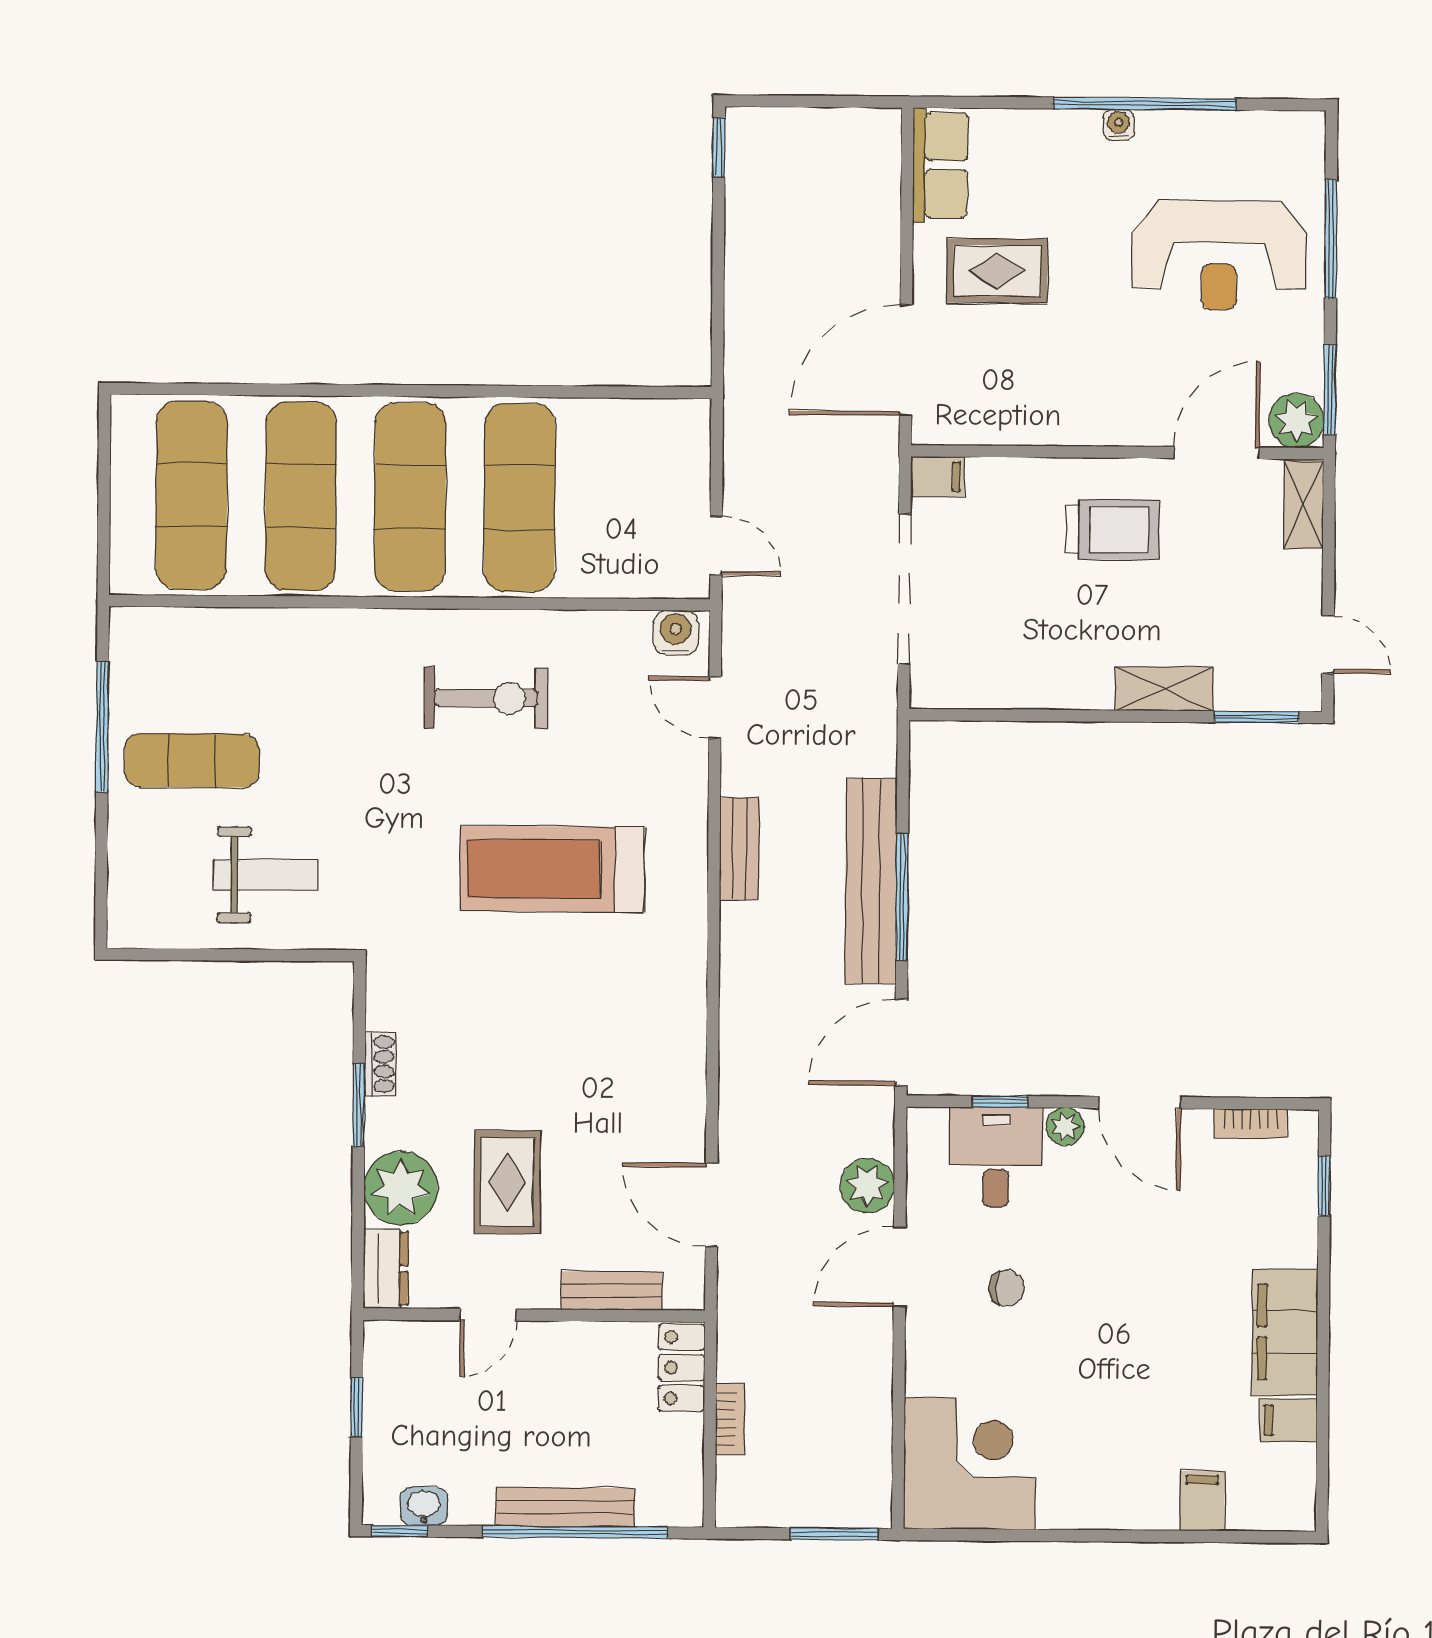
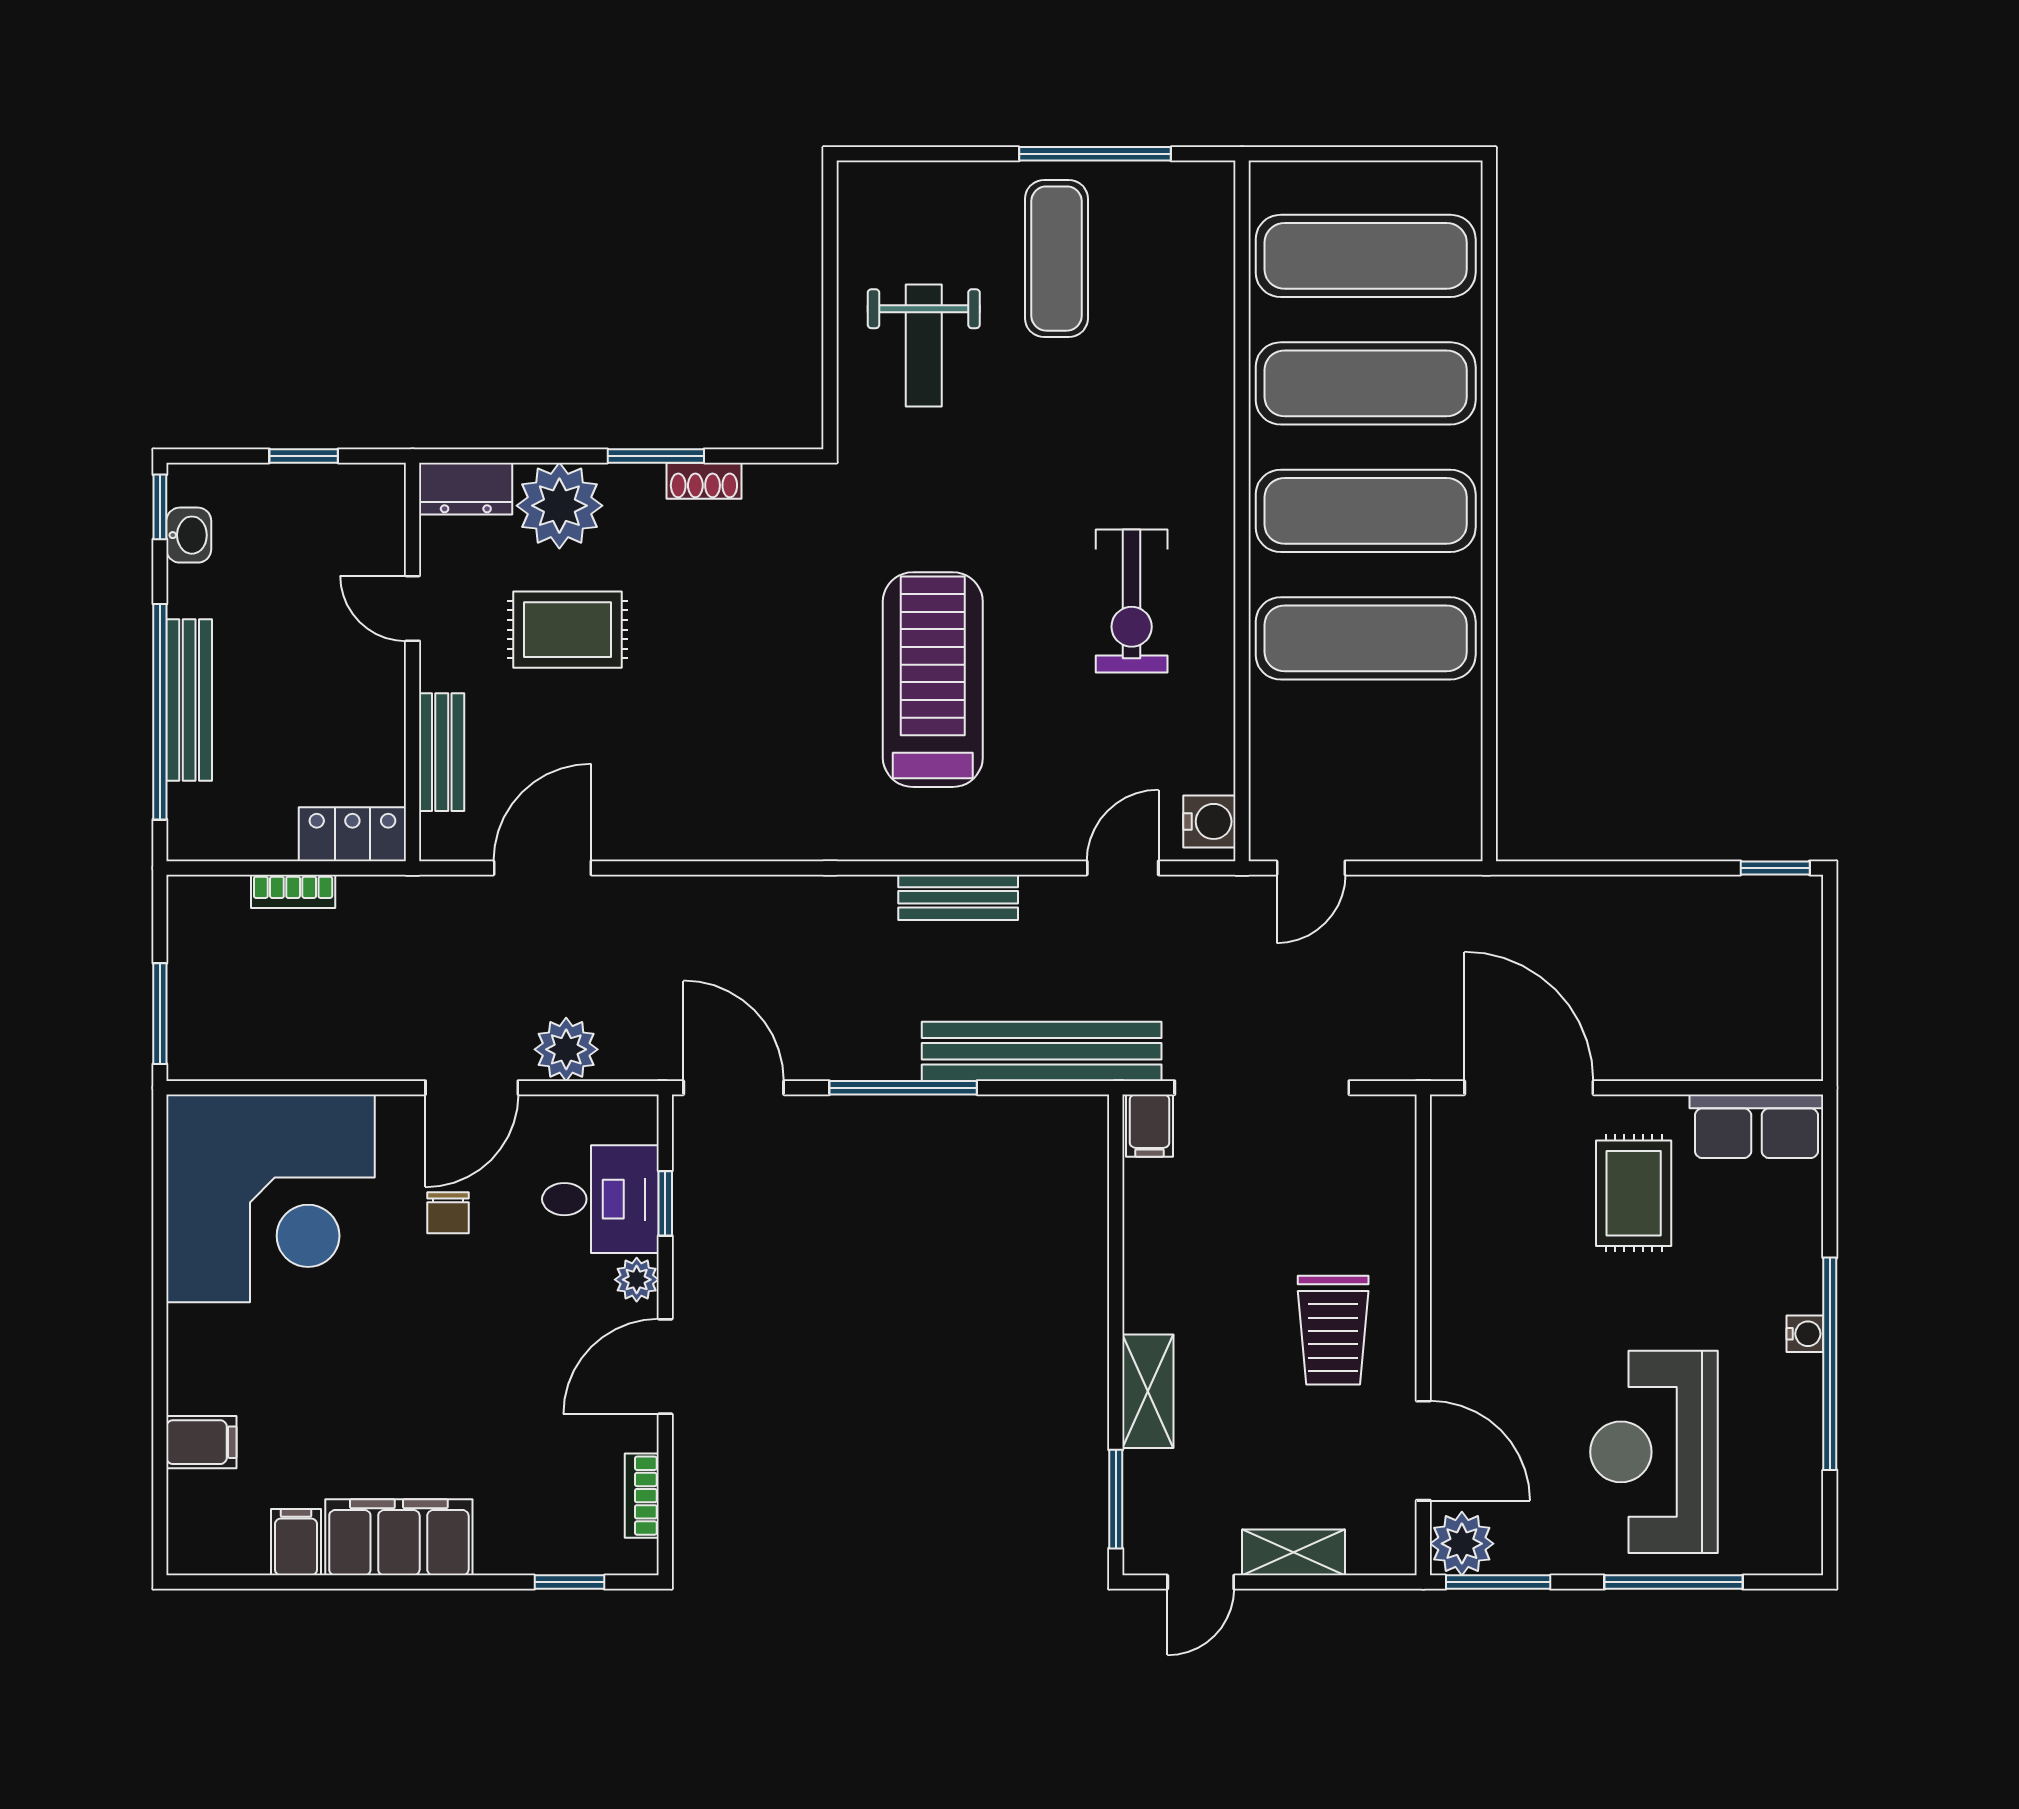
filing cabinet: (938, 477) -> (1150, 1126), moved
shelving: (1304, 505) -> (1293, 1552), moved
bench: (871, 881) -> (1042, 1051), moved
door: (900, 1267) -> (472, 1088), swing flipped
corner desk: (969, 1464) -> (271, 1198), width x1.36, depth x1.36

